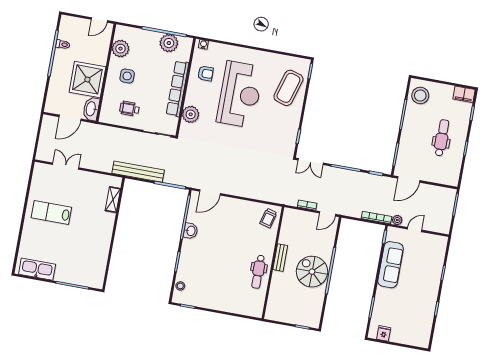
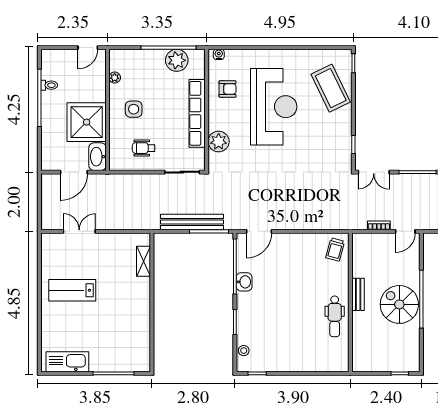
plant: (120, 49) -> (115, 78), width x0.53, depth x0.53
coffee table: (288, 88) -> (331, 88), turned -43
bench: (138, 172) -> (192, 222), moved

